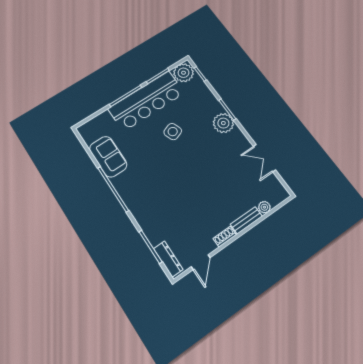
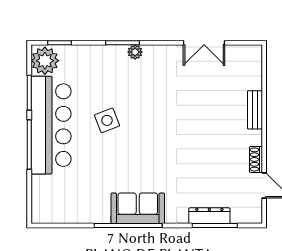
plant: (223, 123) -> (135, 52), width x0.53, depth x0.53
sofa: (108, 157) -> (138, 208), moved
plant: (264, 207) -> (255, 81), removed
shoe rack: (225, 237) -> (256, 159), moved
dresser: (168, 259) -> (209, 216), moved

